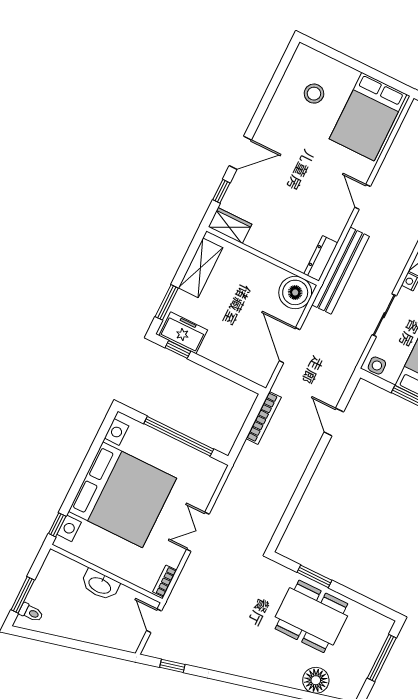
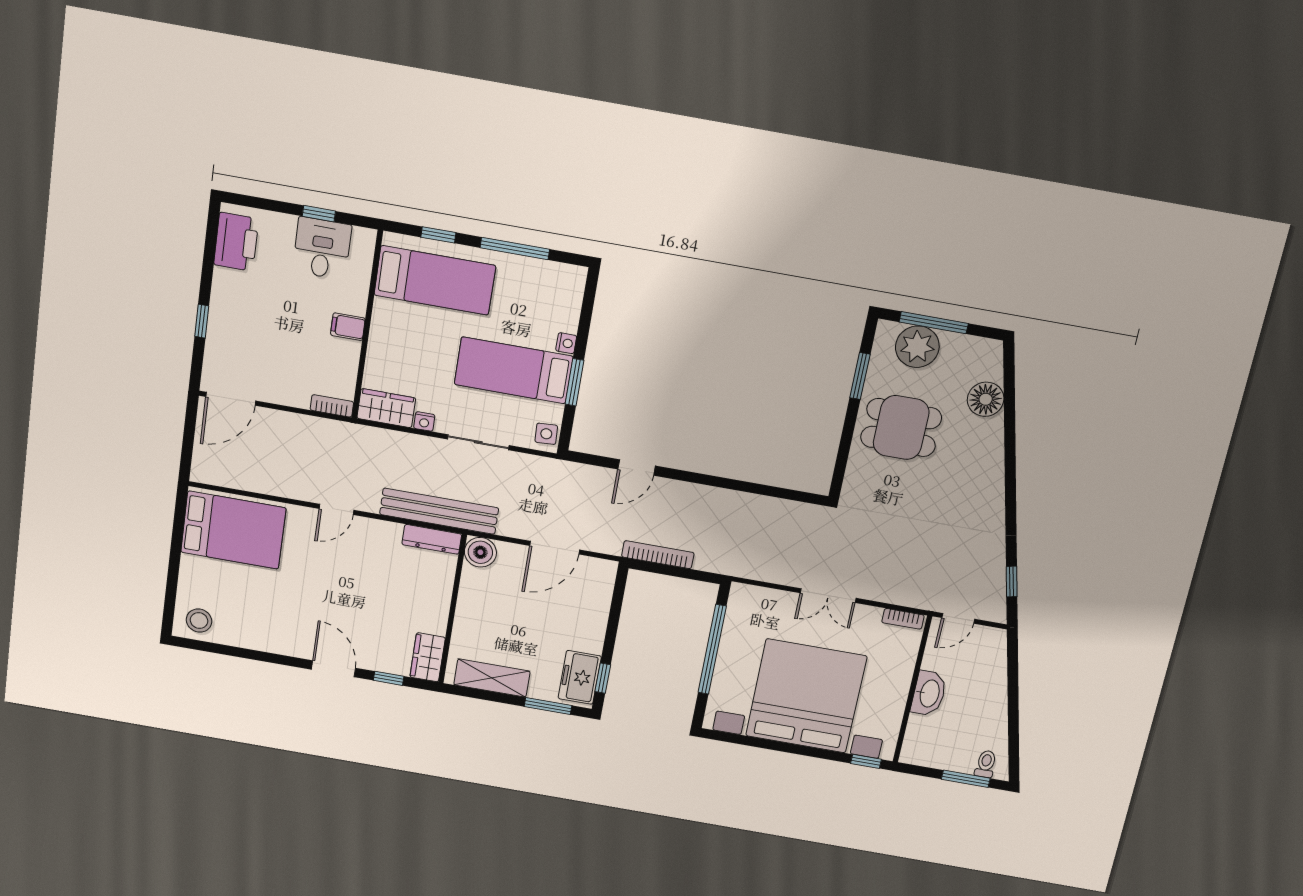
stool: (314, 94) -> (199, 621), moved
boiler: (295, 292) -> (480, 552), width x0.73, depth x0.73
window: (315, 576) -> (860, 376), moved
dining table: (311, 616) -> (901, 428), width x0.73
plant: (368, 642) -> (917, 347), added

